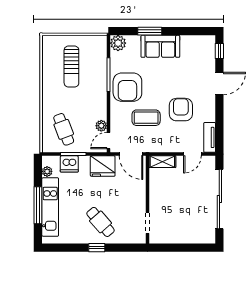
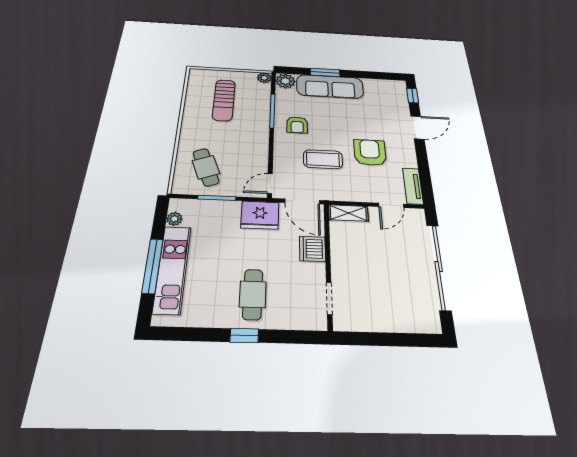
sofa: (160, 46) -> (330, 87), width x1.36
armchair: (127, 87) -> (297, 125), width x0.53, depth x0.53
plant: (101, 126) -> (264, 78), moved
dishwasher: (69, 164) -> (312, 249), moved, turned 90
cafe table: (101, 222) -> (253, 294), turned 41

